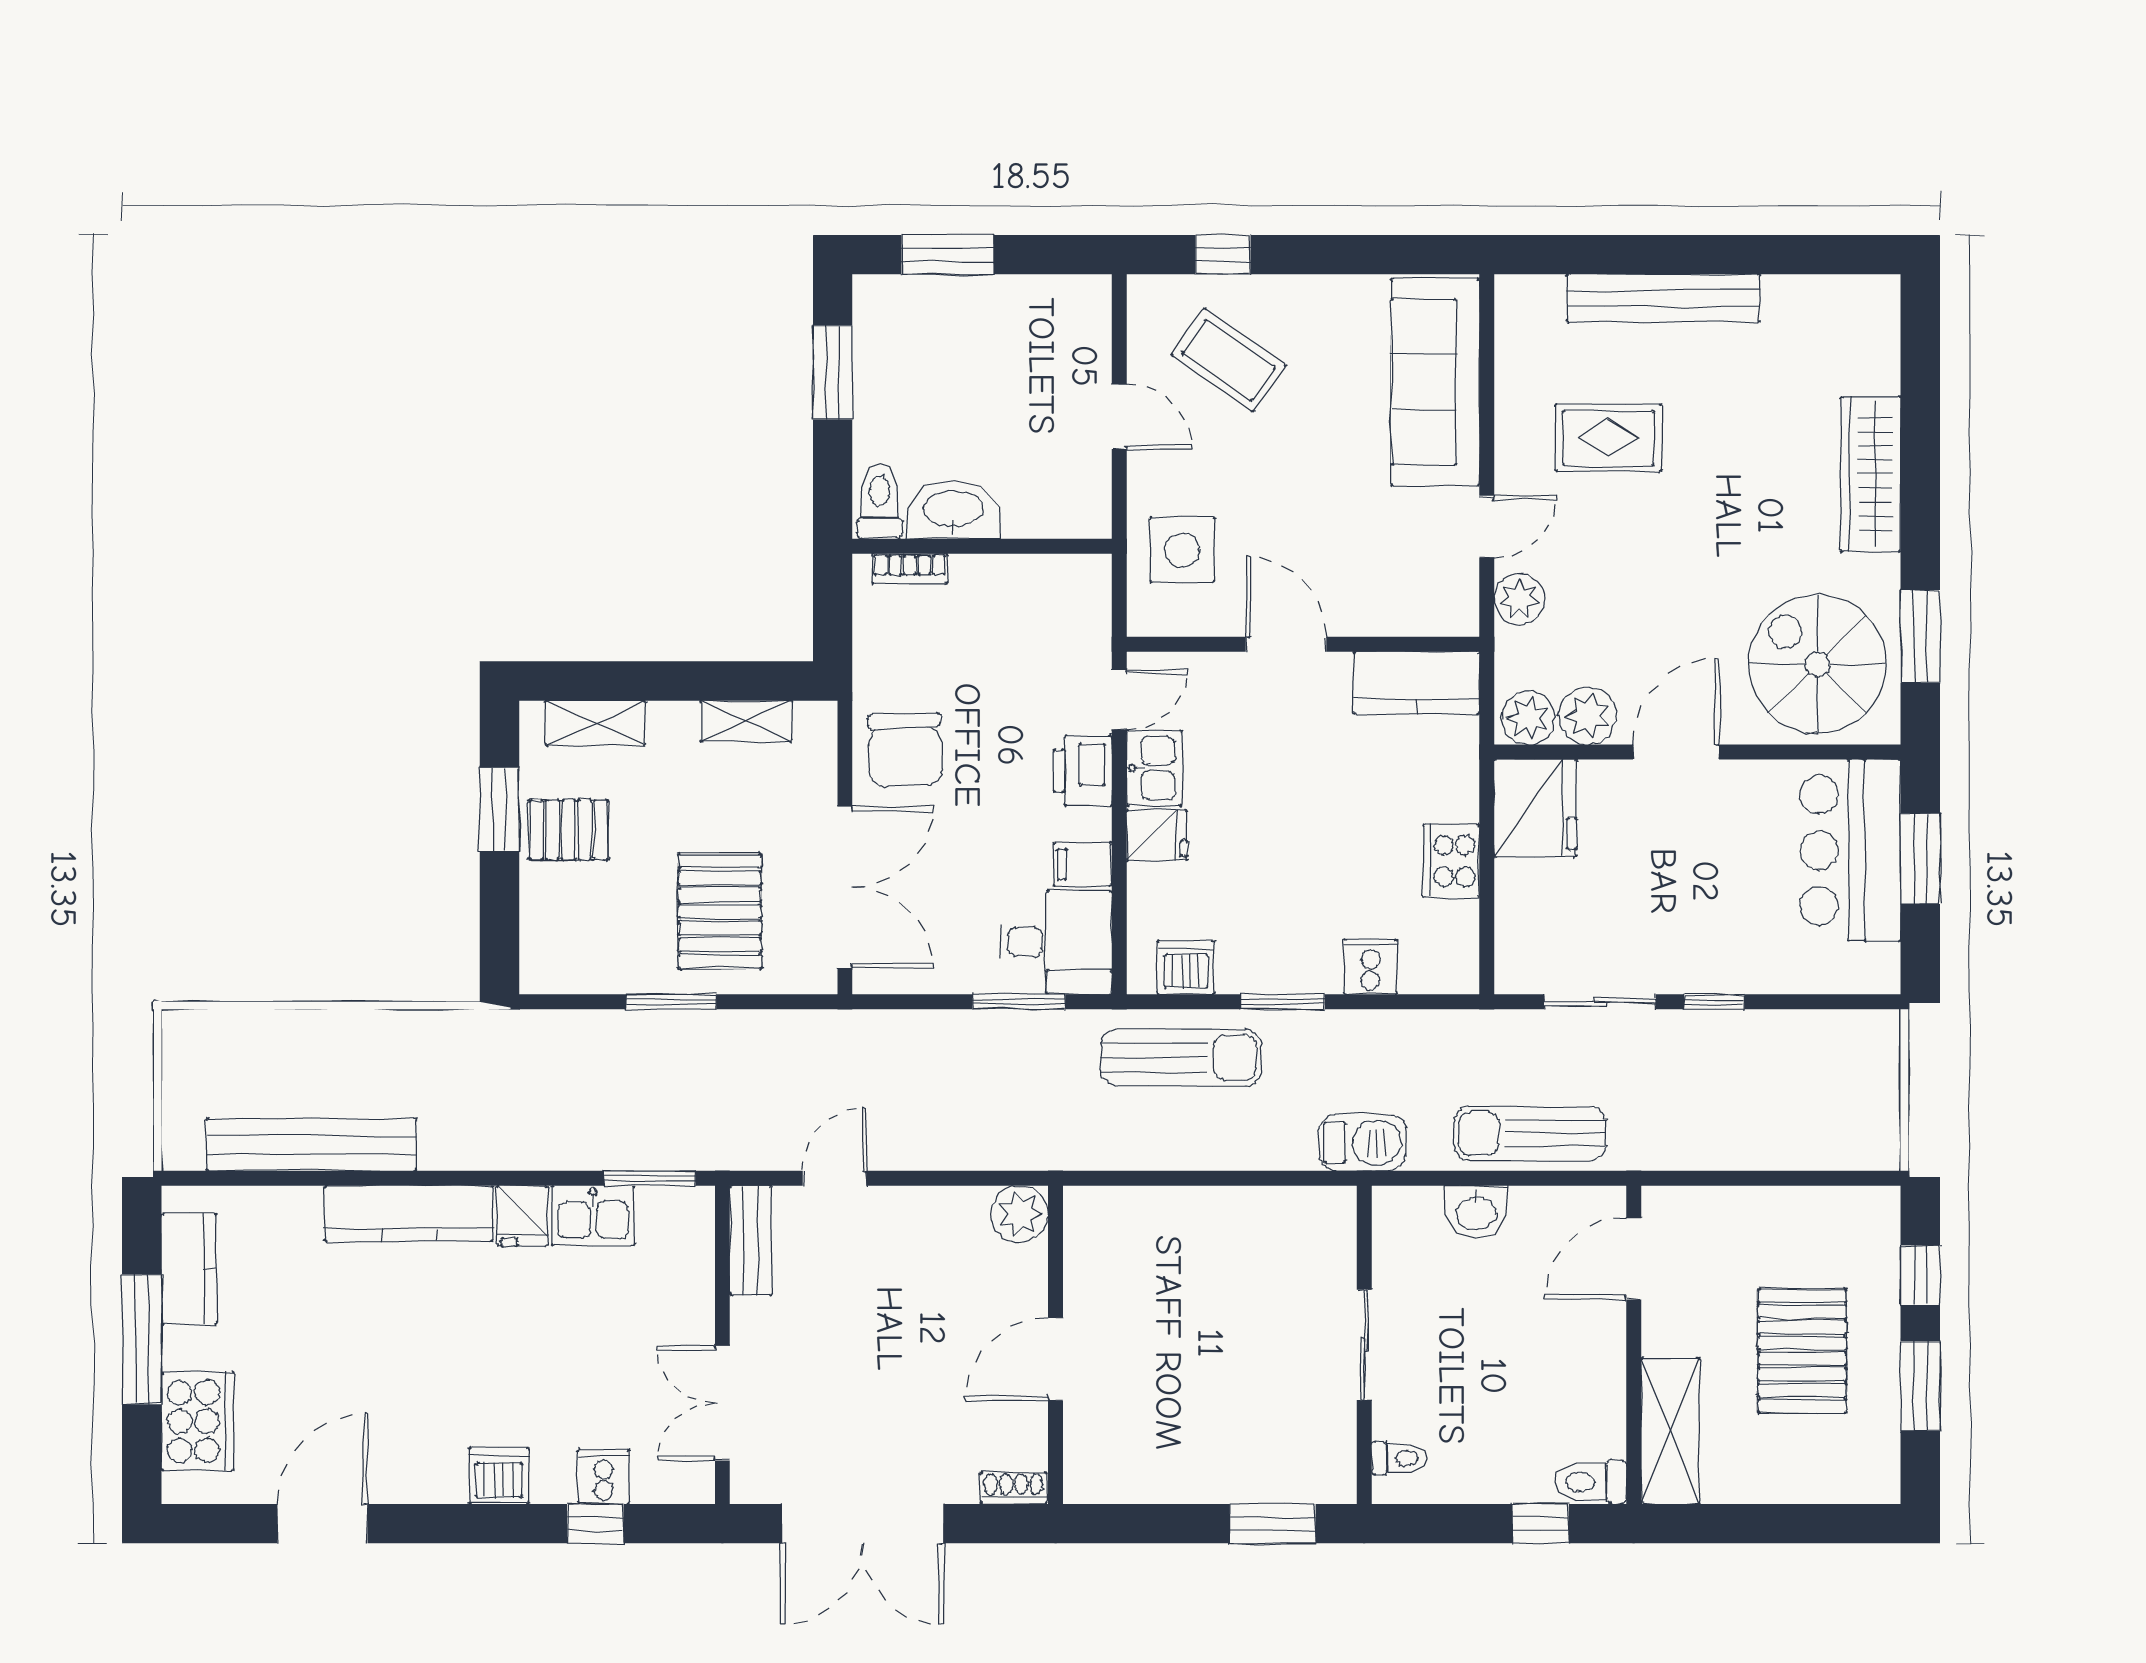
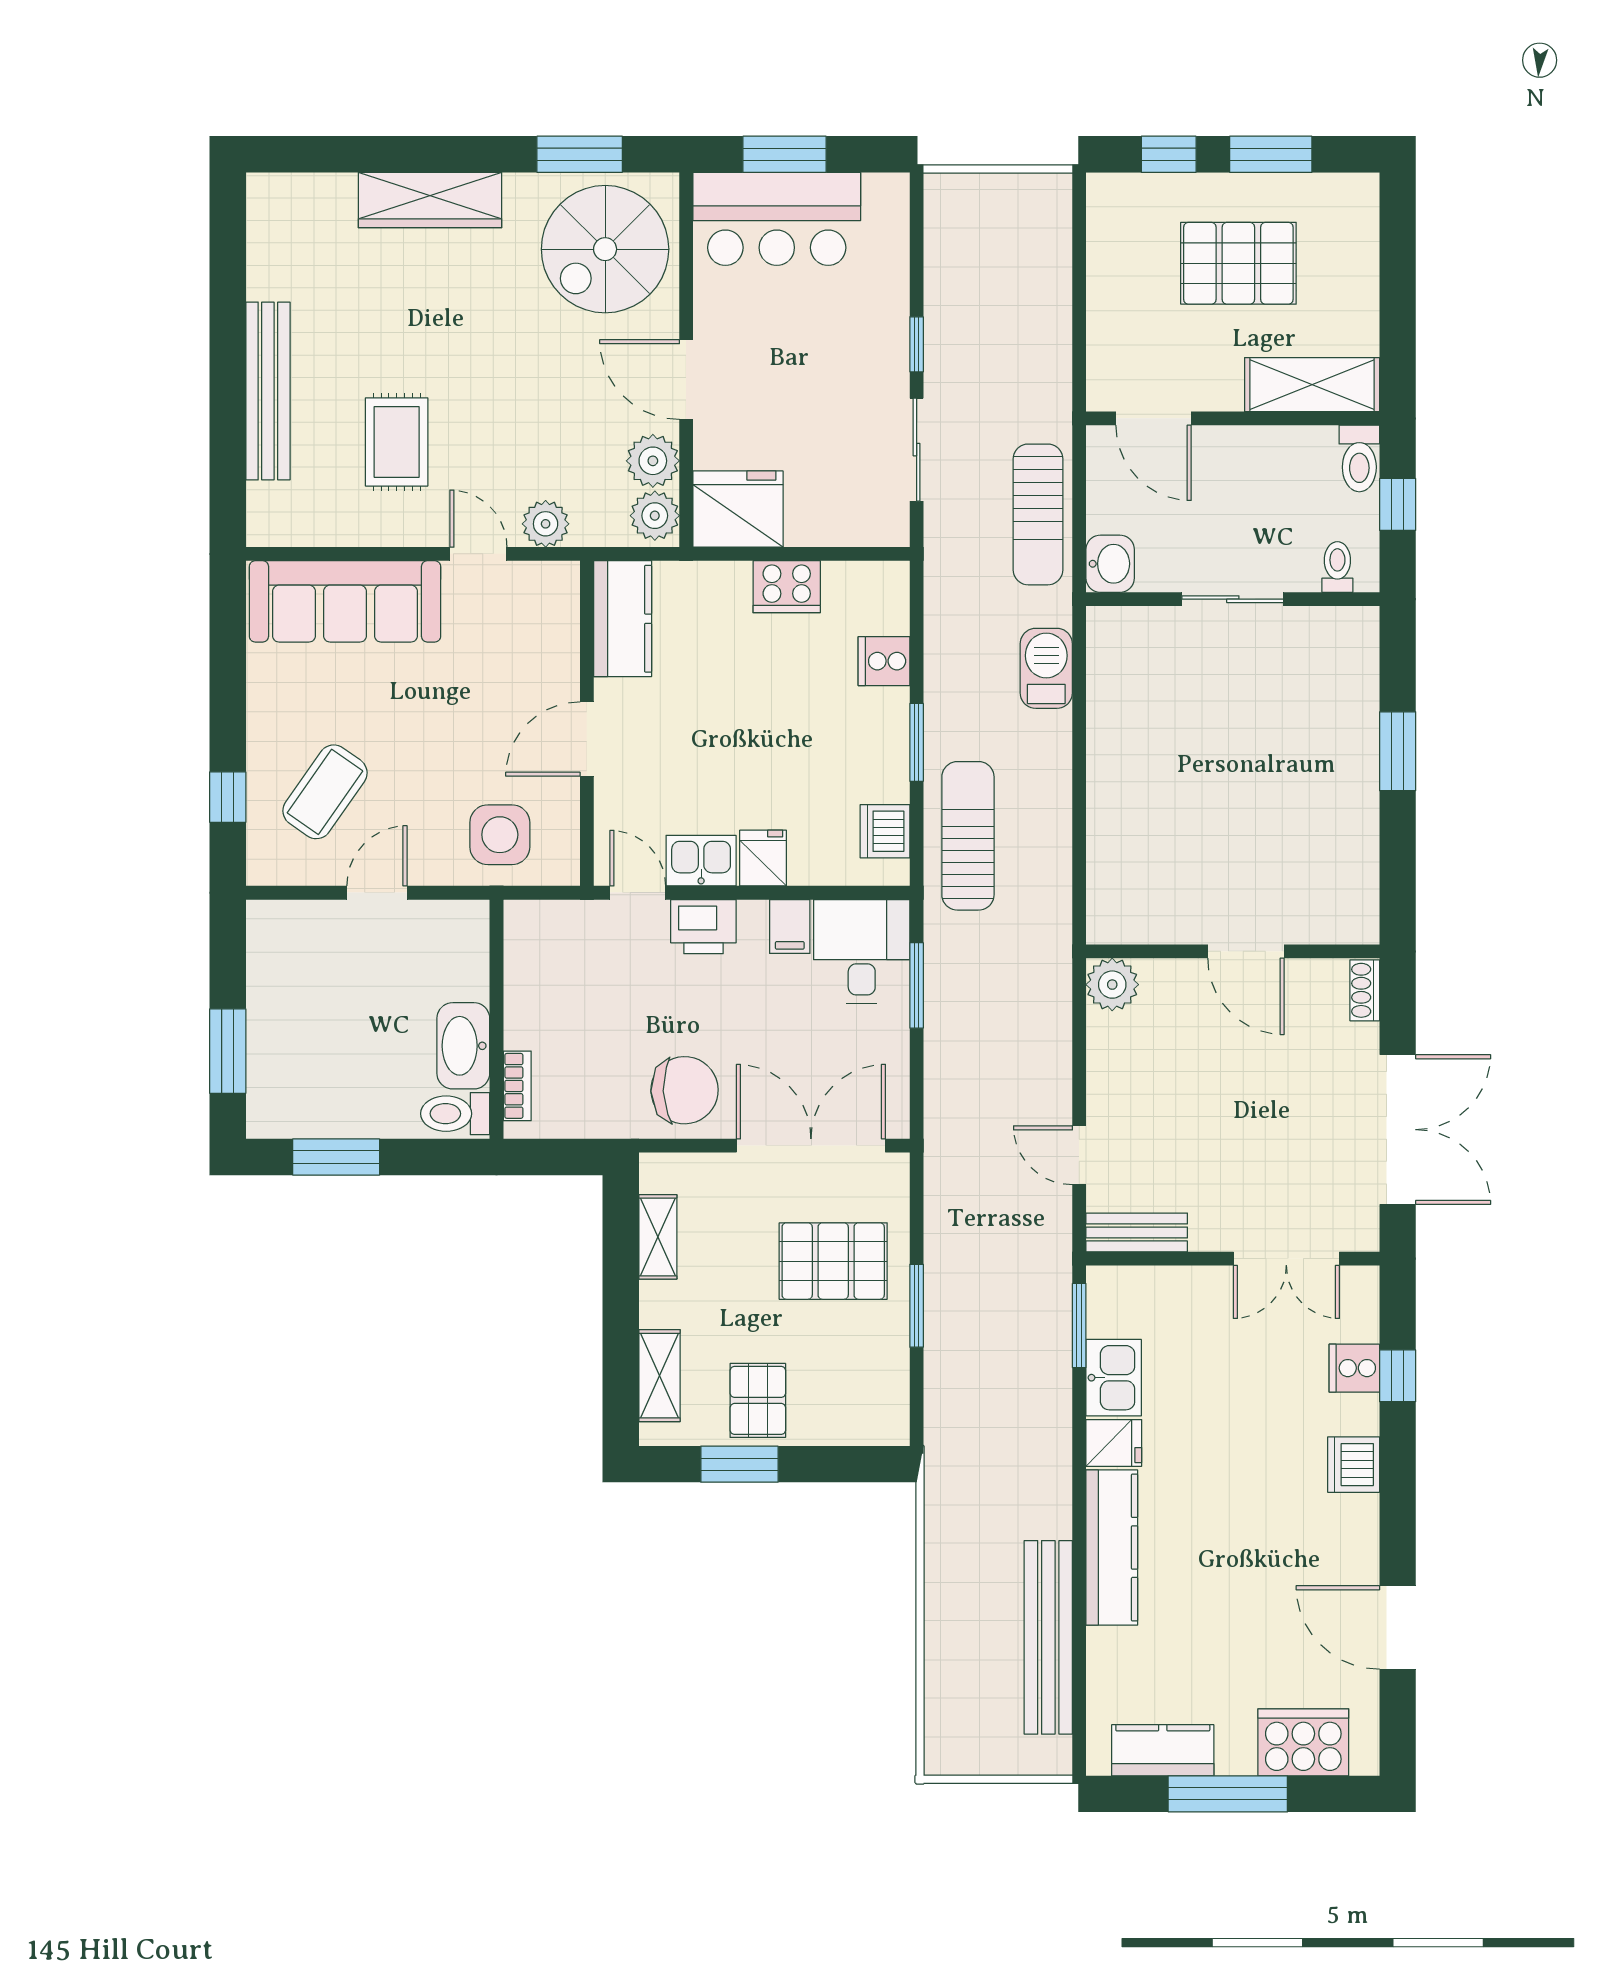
sliding door: (1364, 1345) -> (1233, 599), moved
wall: (1364, 1345) -> (1233, 599), moved
toilet: (1399, 1458) -> (1337, 567), moved

